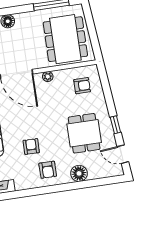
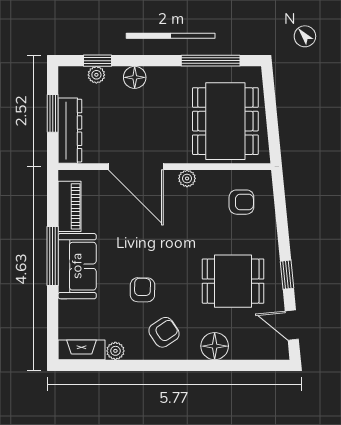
dining table: (84, 133) -> (233, 281), turned 90
armchair: (48, 170) -> (164, 332), turned -124
plant: (21, 185) -> (115, 351), added

